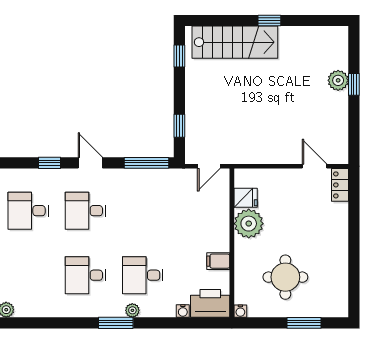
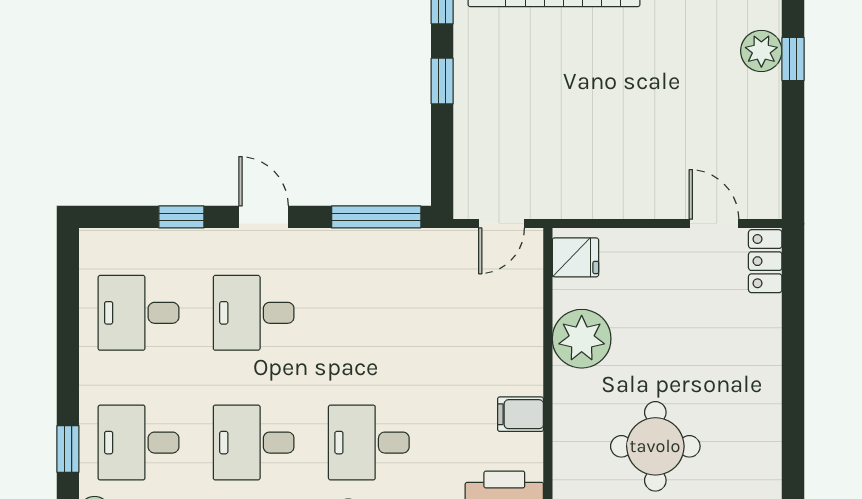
window: (179, 126) -> (442, 81), moved
fridge: (246, 198) -> (575, 257), moved
desk: (28, 275) -> (138, 443), added

